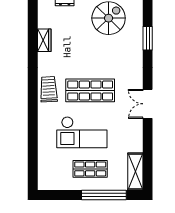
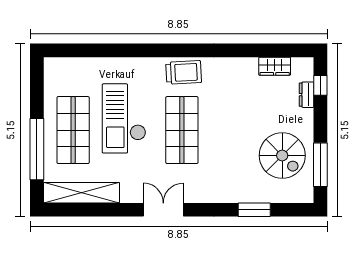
wardrobe: (44, 40) -> (275, 66), moved
shop shelf: (90, 169) -> (73, 130), width x1.43, depth x1.36
shelving: (135, 172) -> (82, 193), width x1.47

